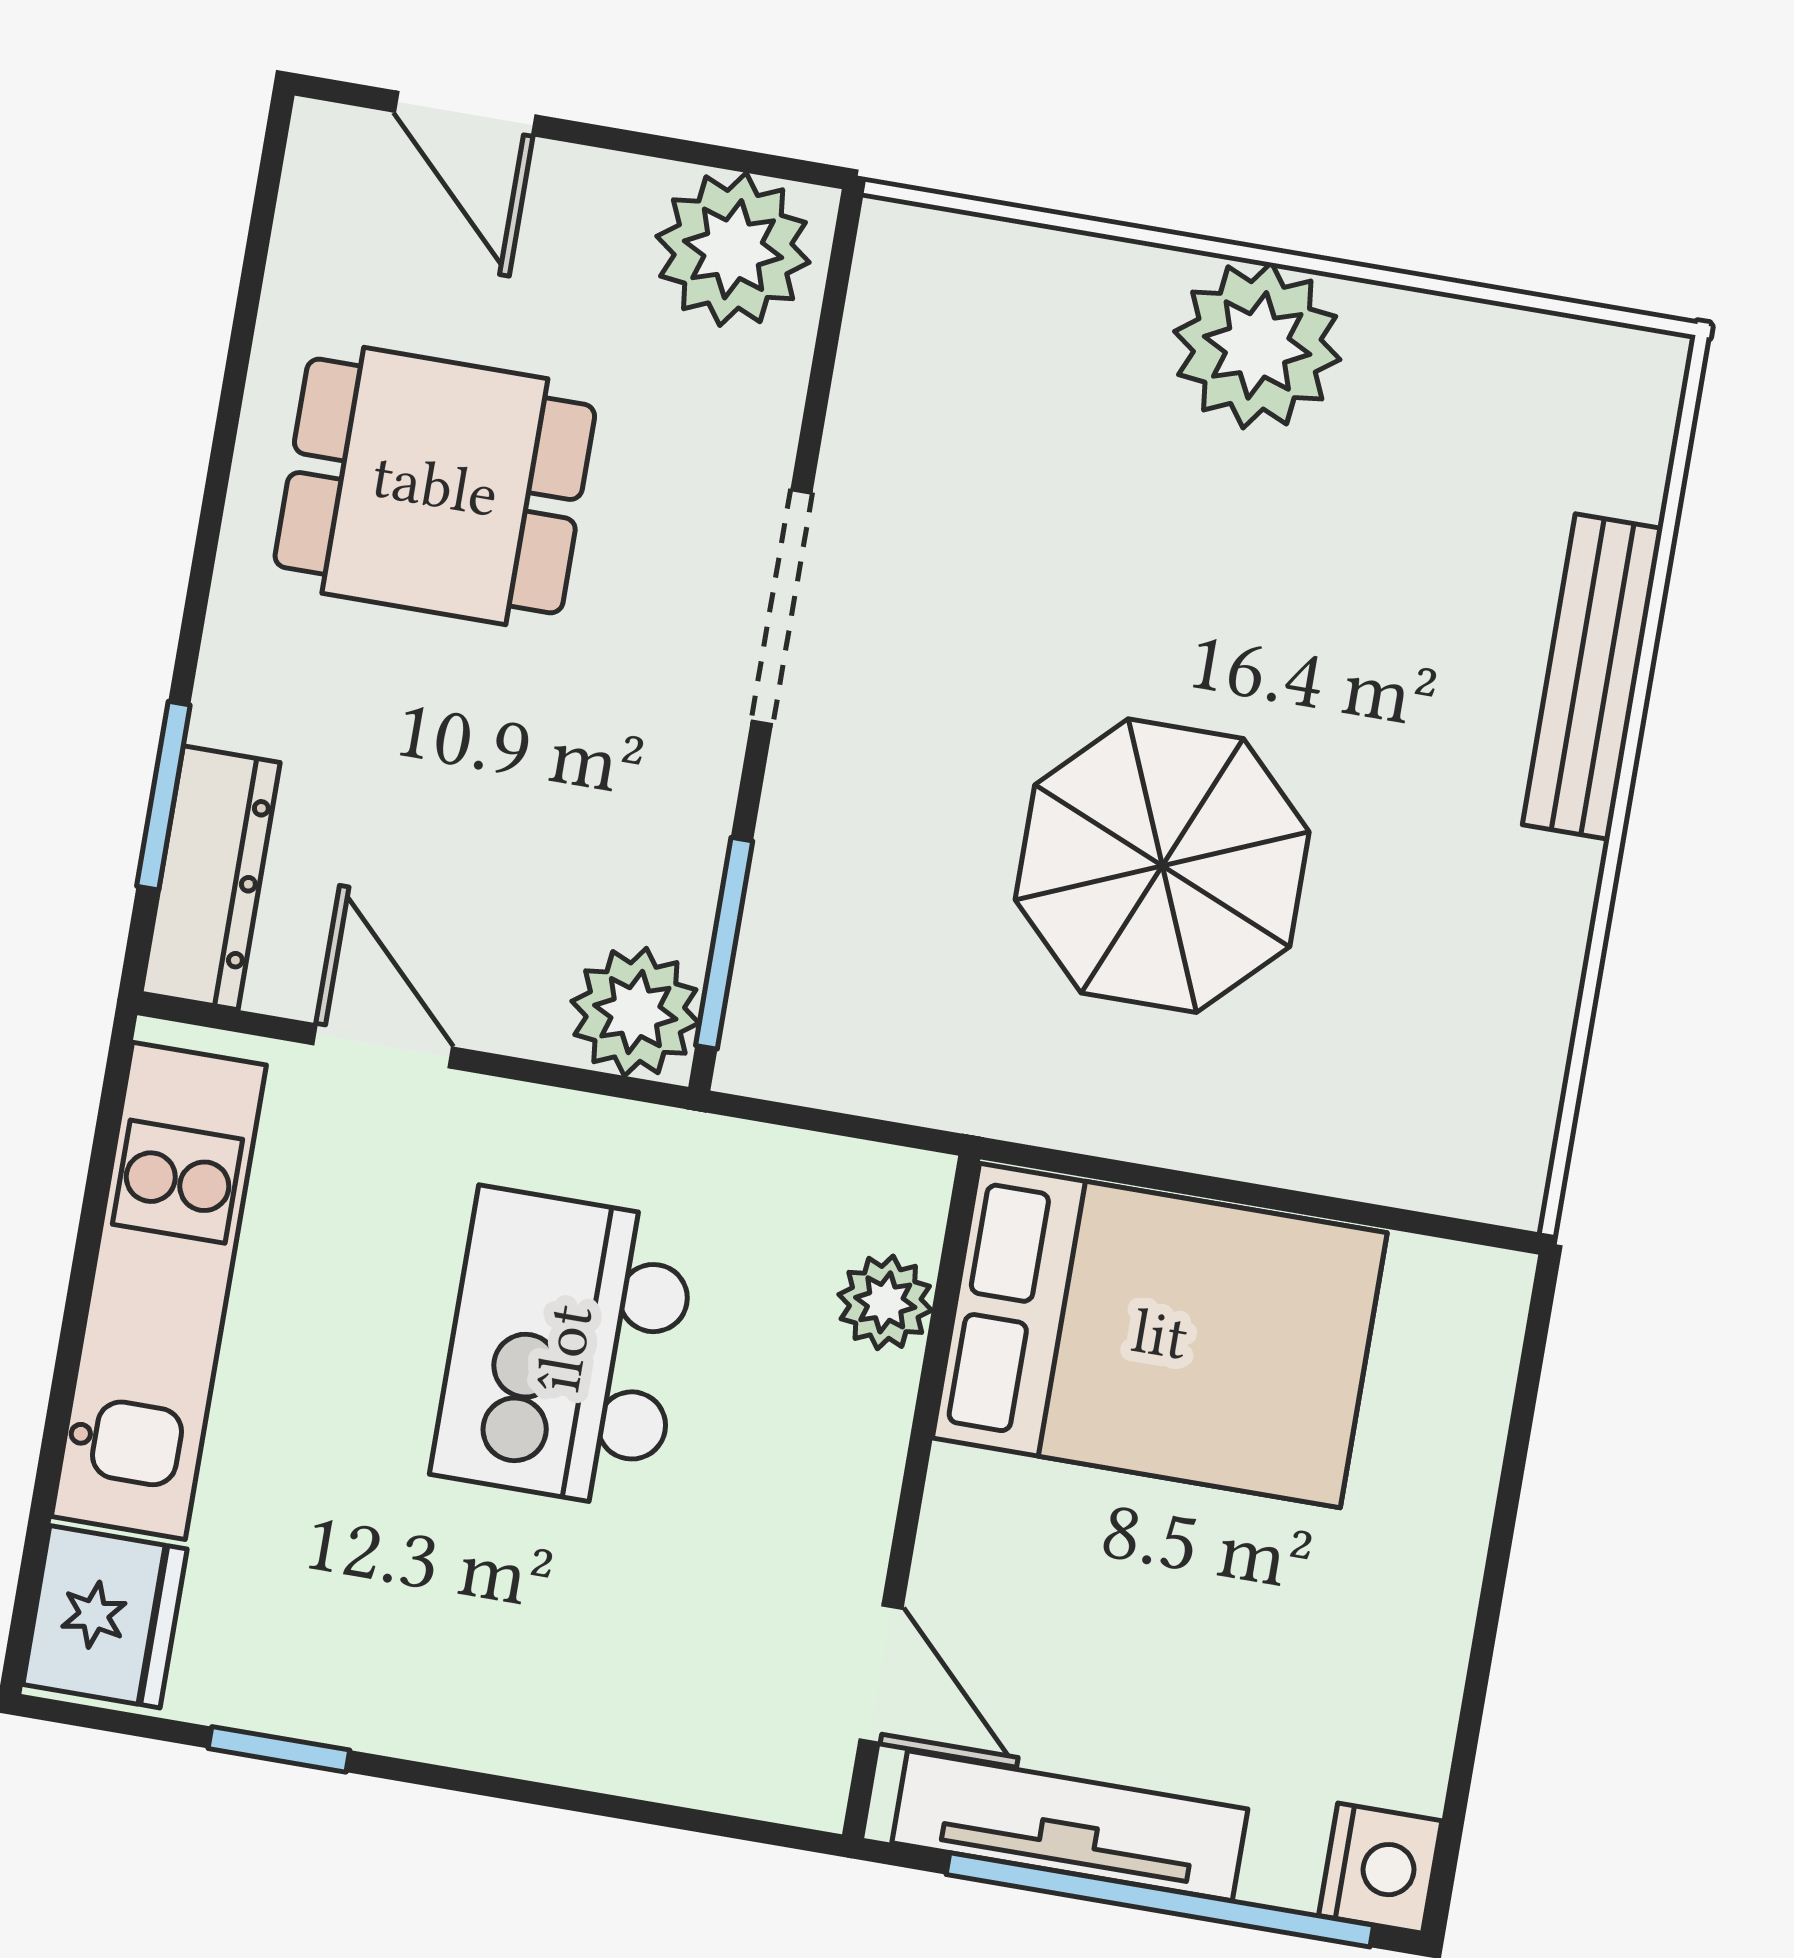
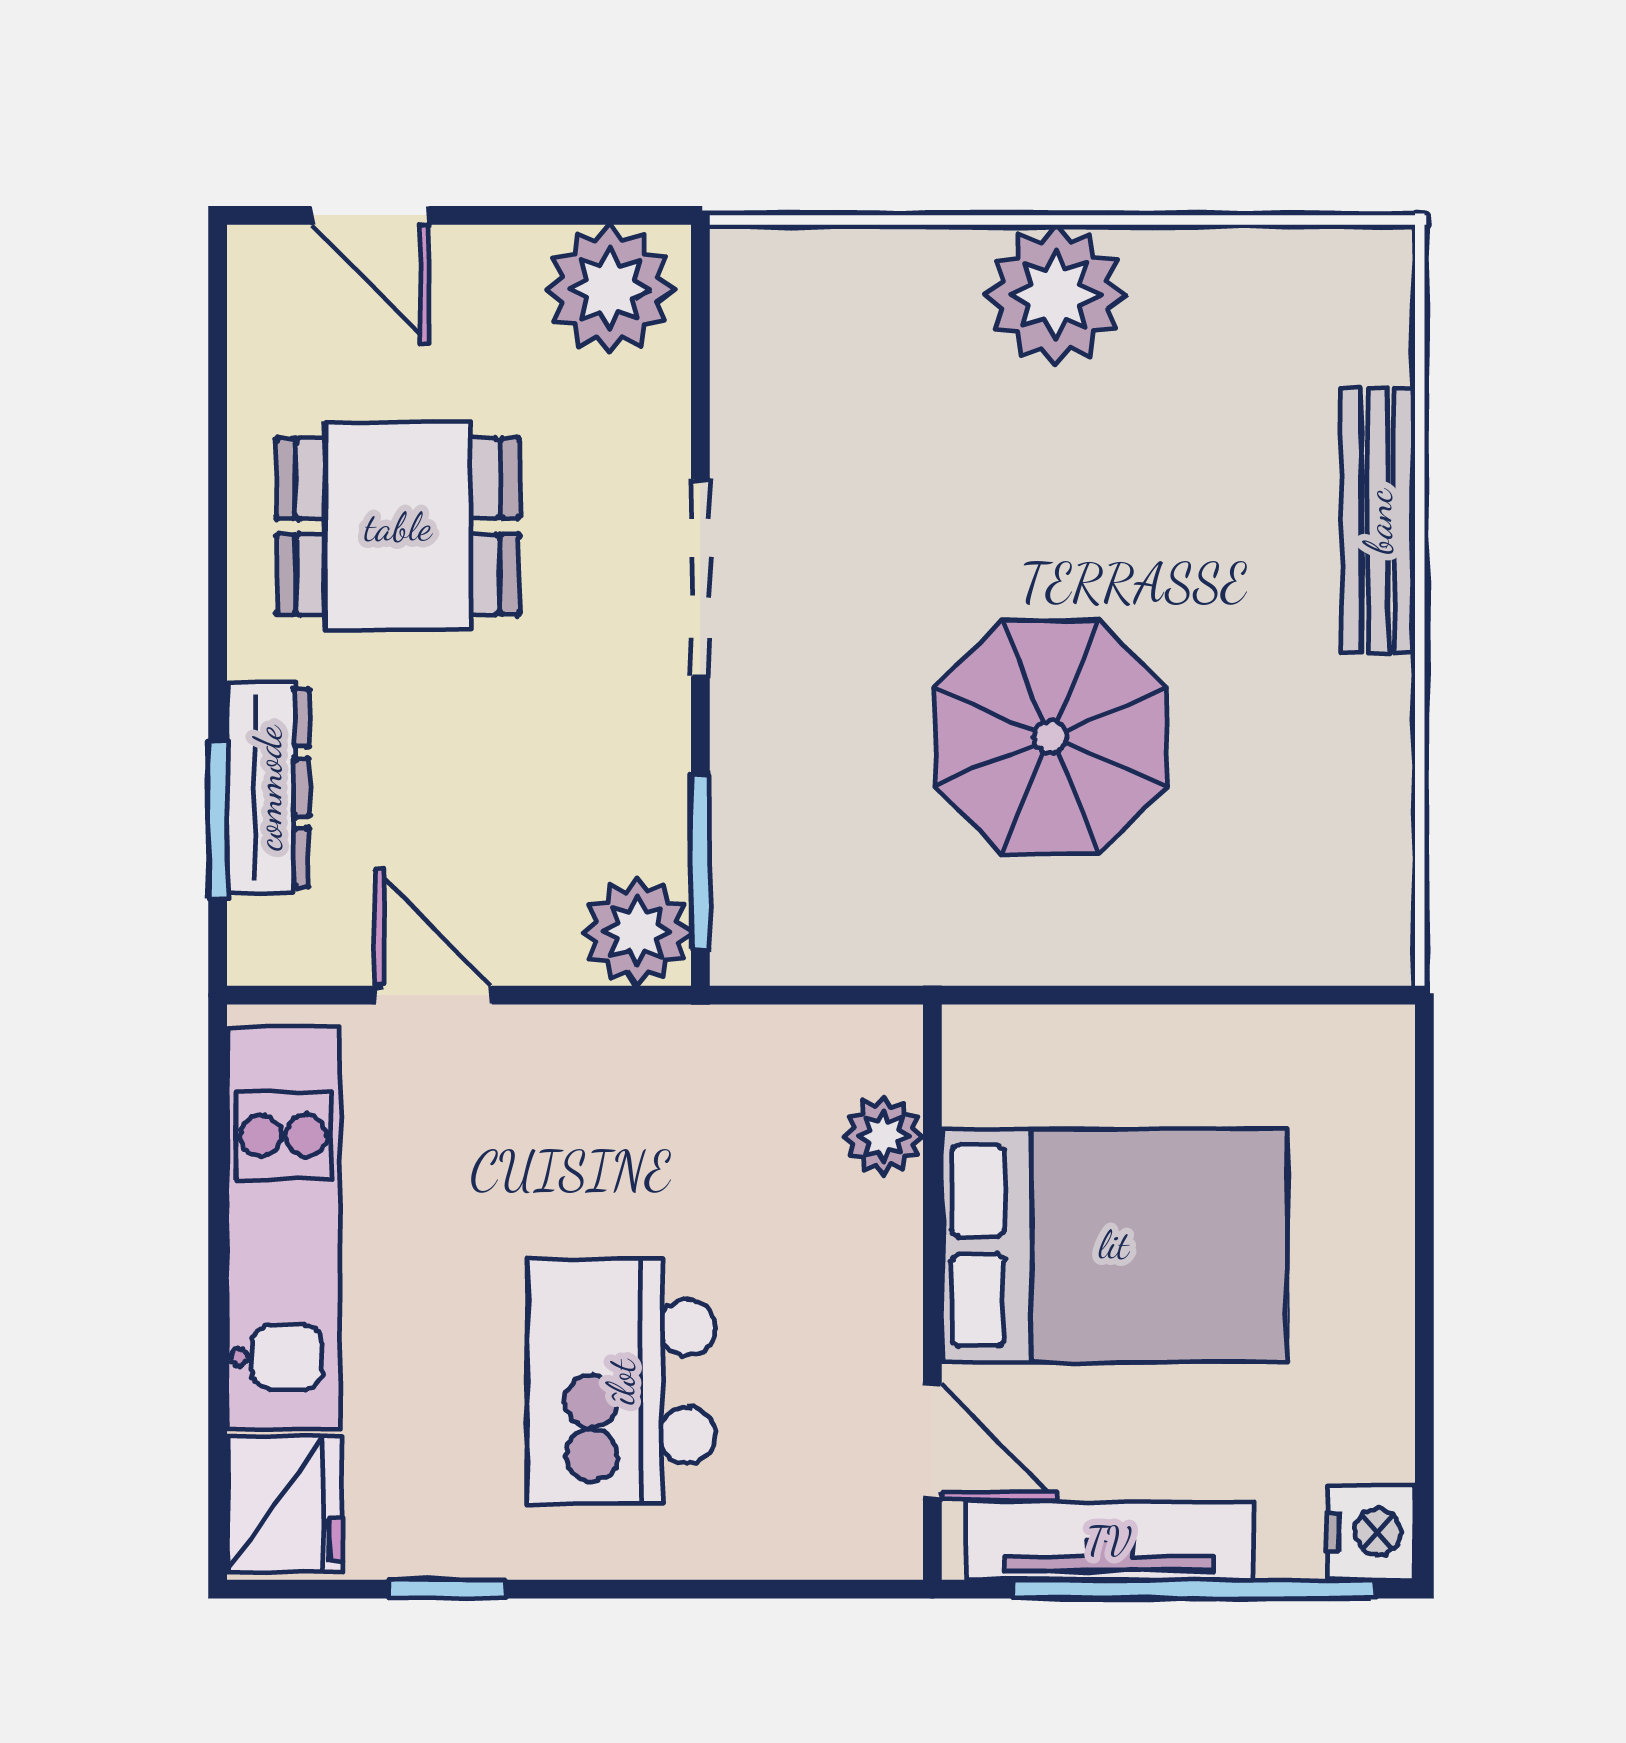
dresser: (211, 878) -> (268, 788), moved
bed: (1160, 1335) -> (1114, 1245), moved
kitchen island: (565, 1348) -> (621, 1382), moved

